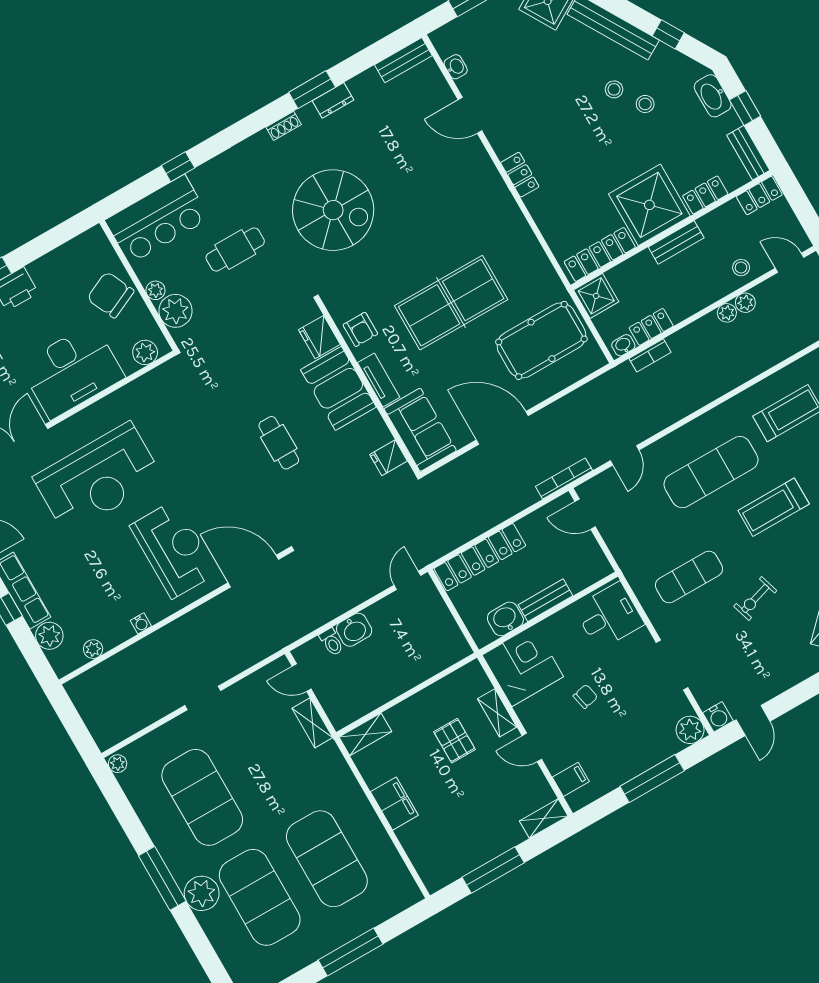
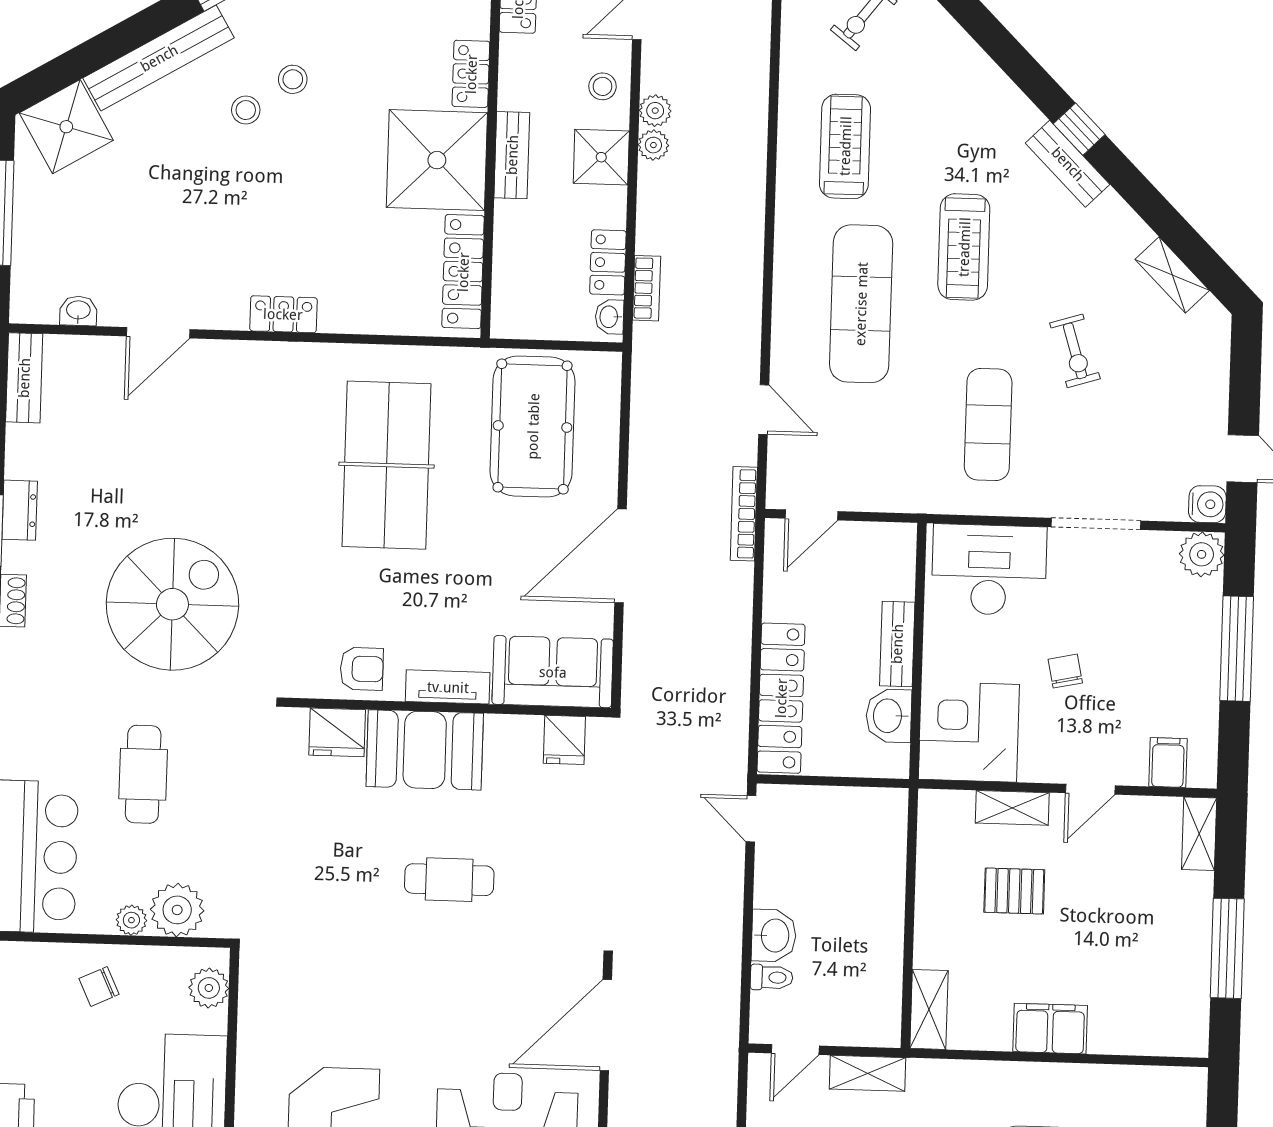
chair: (110, 295) -> (99, 986), width x0.54, depth x0.54
shower: (596, 296) -> (601, 157), moved
table tennis table: (451, 303) -> (387, 465), moved
desk: (609, 616) -> (989, 570), width x1.37

